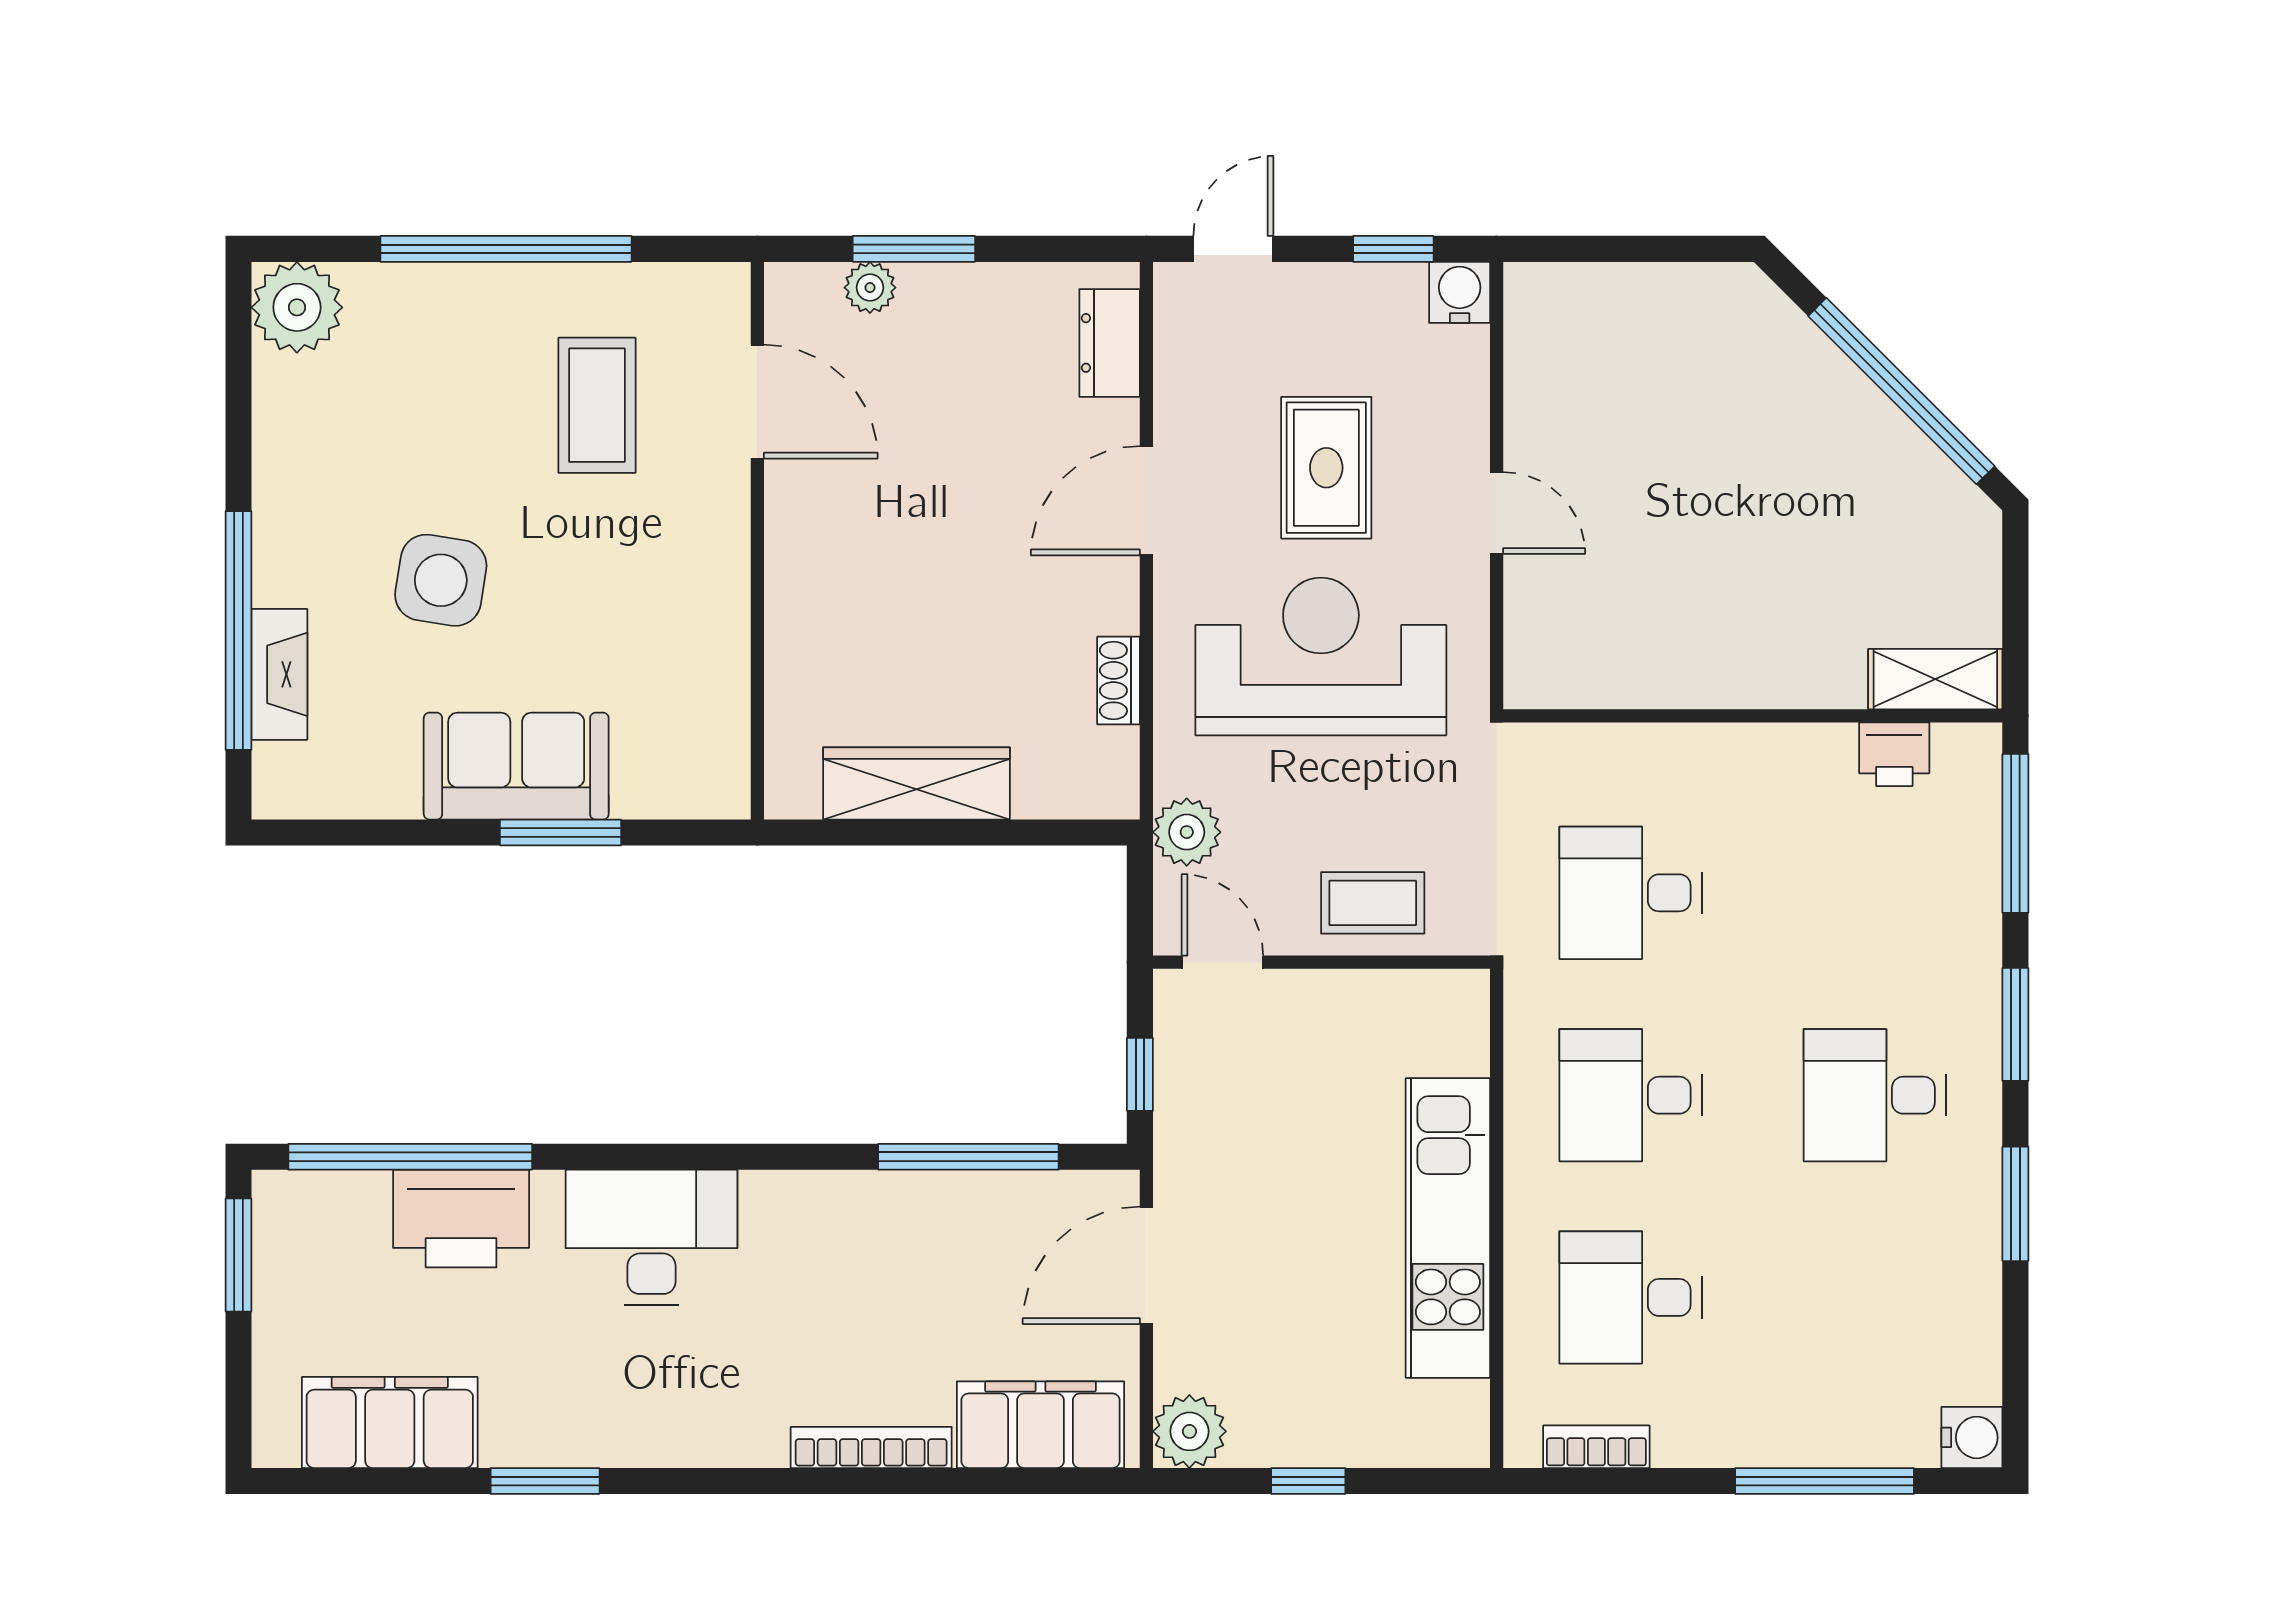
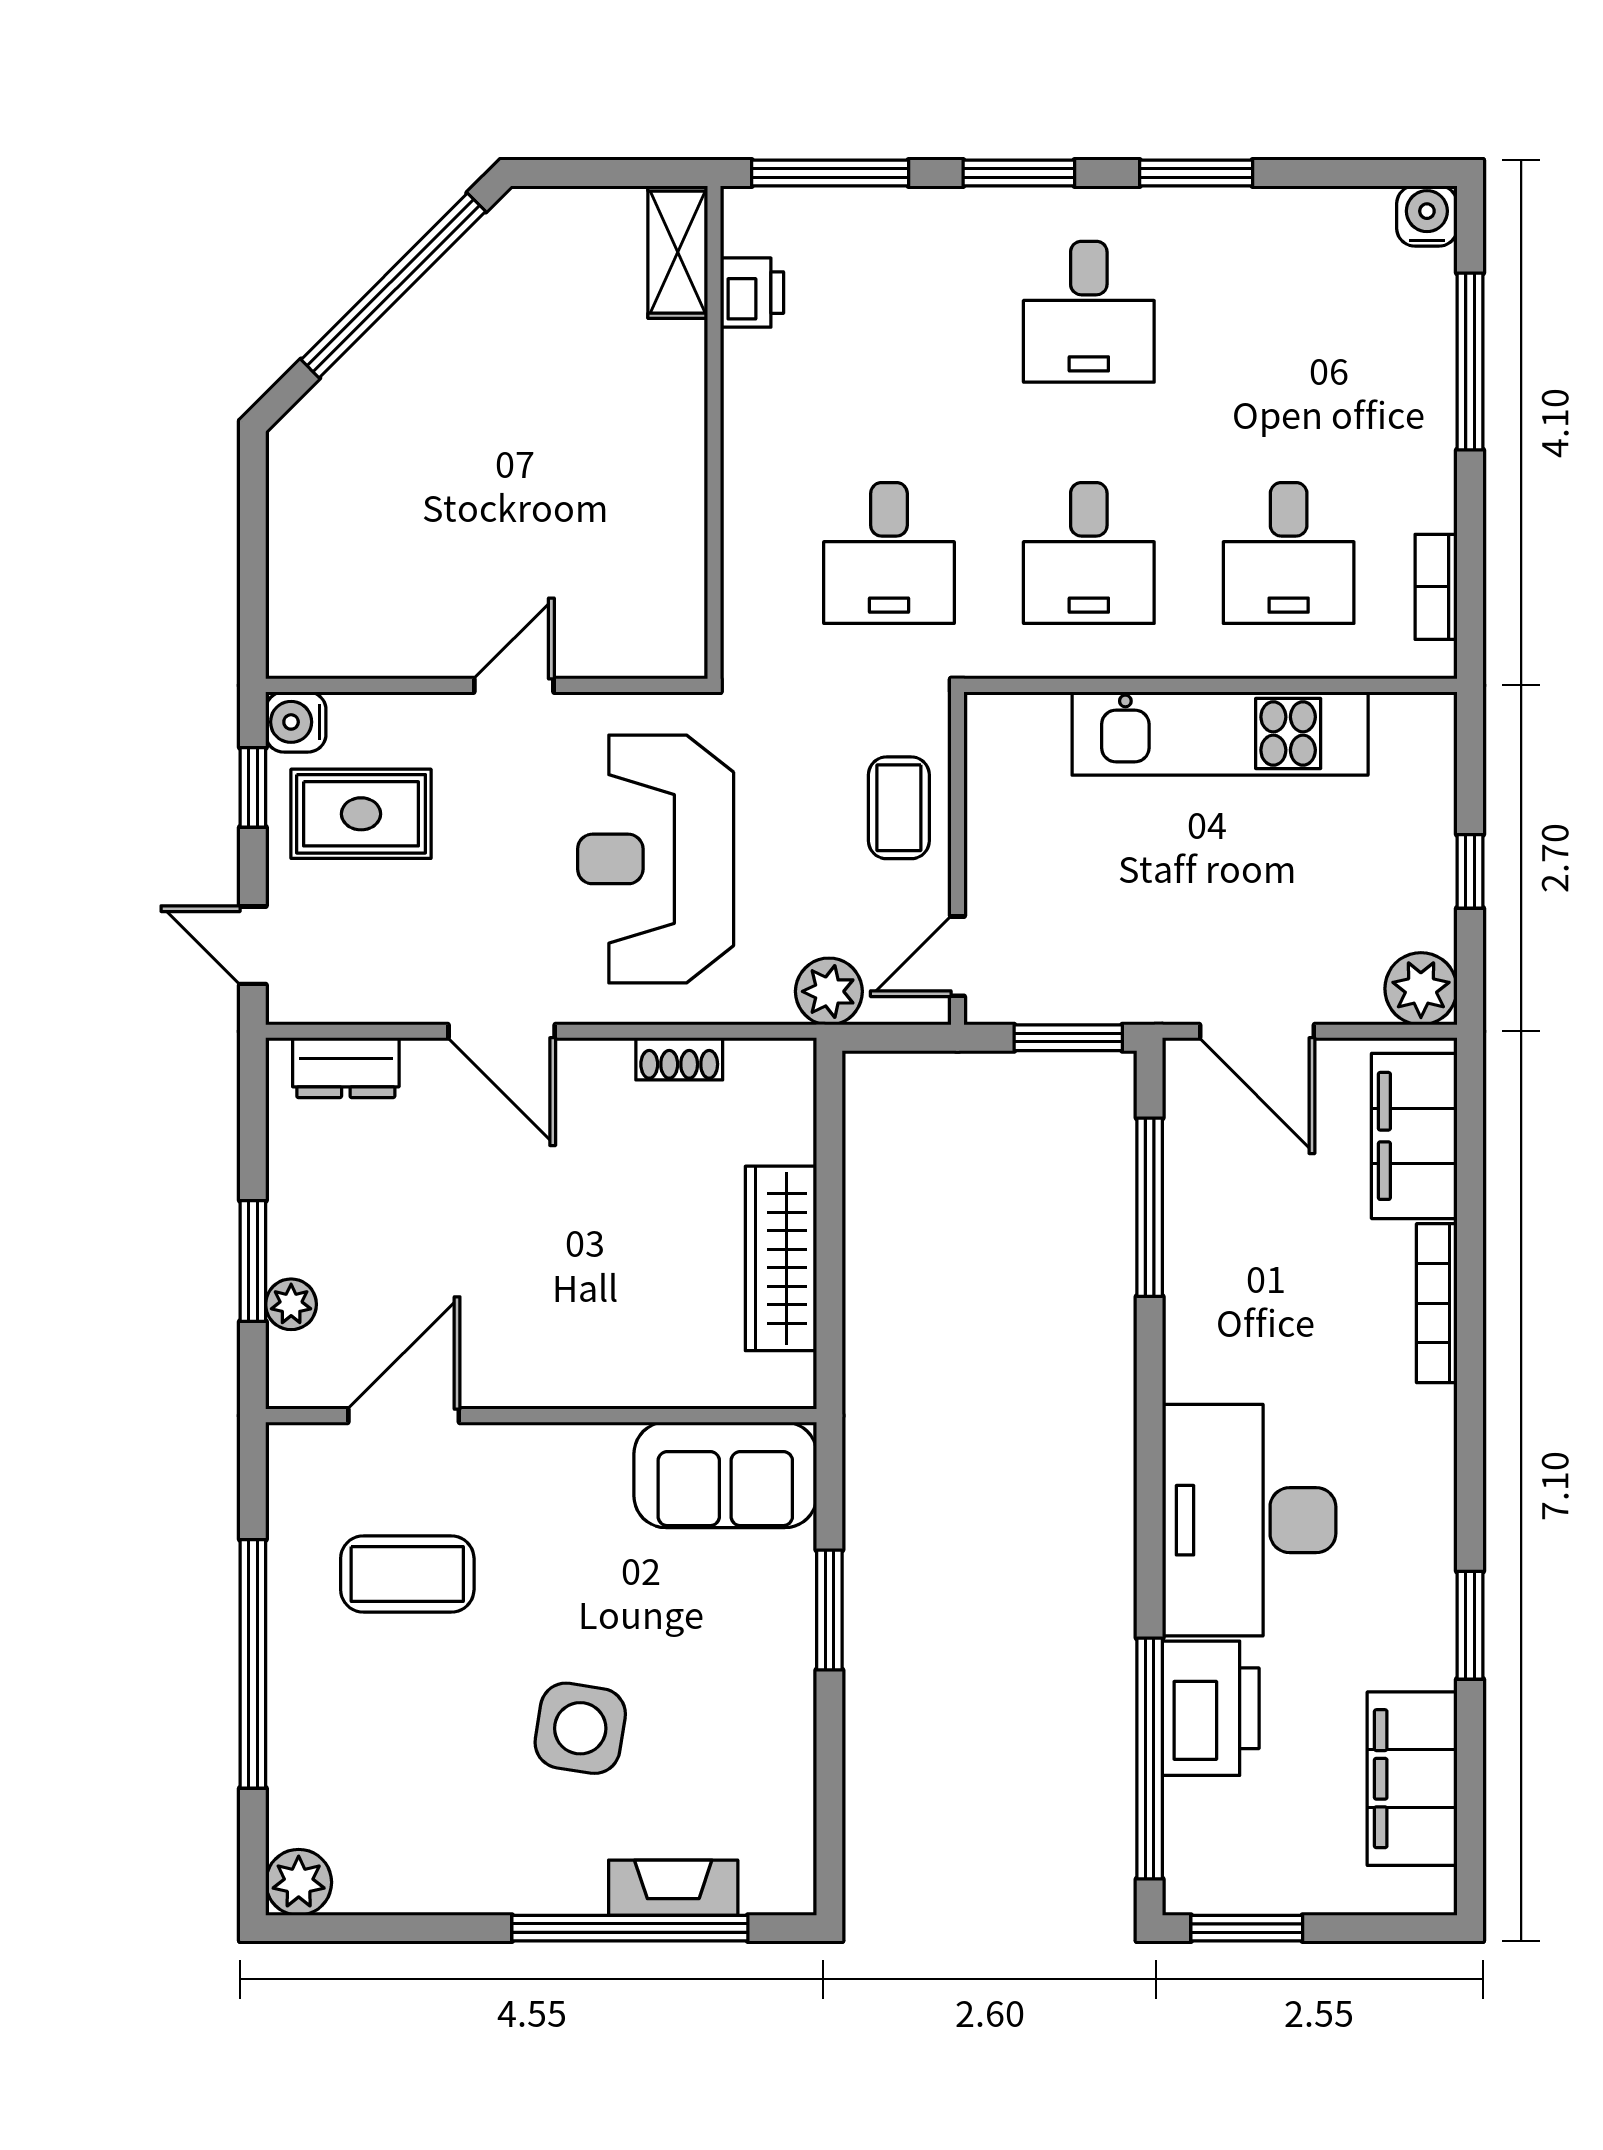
plant: (297, 307) -> (299, 1882), width x0.73, depth x0.73
rug: (1326, 468) -> (361, 814), moved
sofa: (516, 766) -> (725, 1475), moved, turned -90
window: (1140, 1074) -> (1068, 1038), width x1.50
desk: (652, 1237) -> (1249, 1520), width x1.36, depth x1.30

